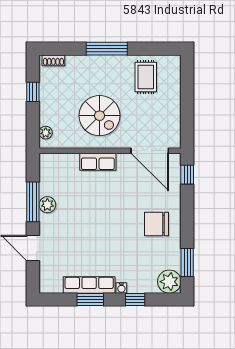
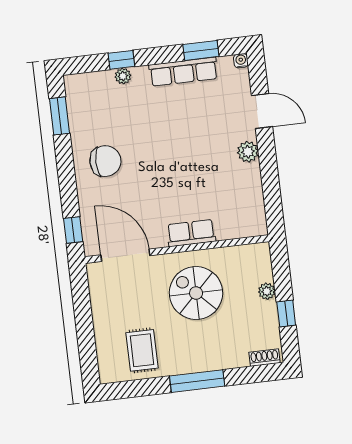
plant: (46, 133) -> (267, 291), moved
window: (33, 202) -> (269, 171), removed
plant: (47, 205) -> (248, 152), moved
plant: (169, 282) -> (123, 76), moved, width x0.53, depth x0.53
water cooler: (121, 288) -> (241, 61), moved
window: (90, 299) -> (201, 50), moved

